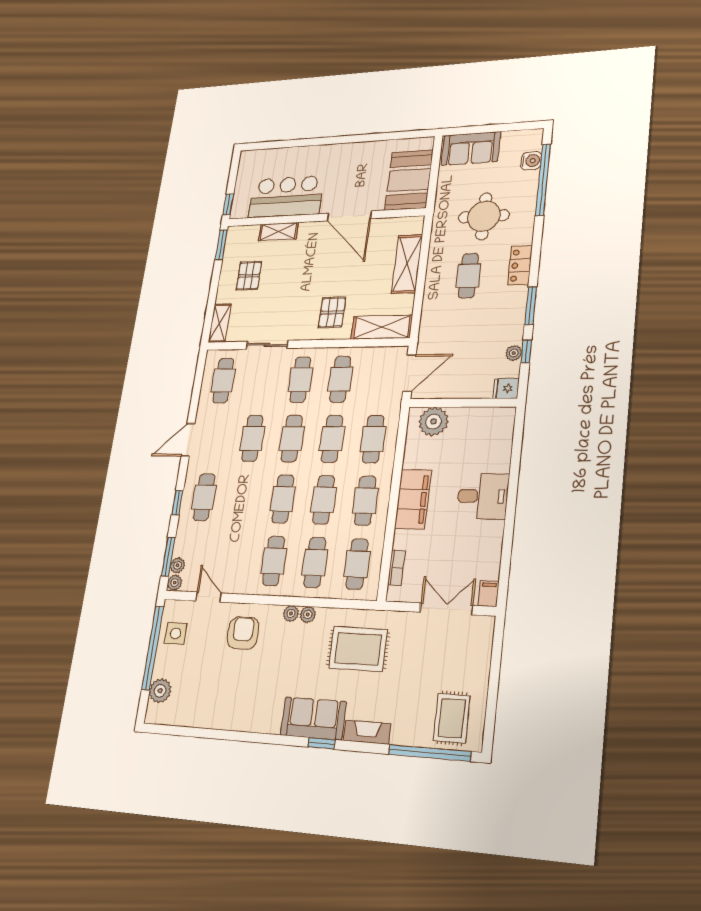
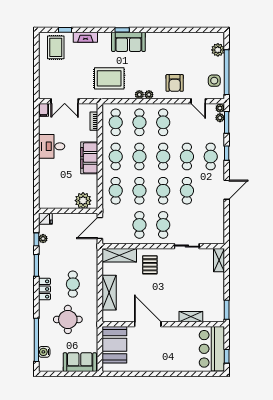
bar counter: (286, 197) -> (212, 349), moved, turned 90
window: (228, 205) -> (227, 356), moved
pallet: (249, 276) -> (205, 289), removed
cafe table: (223, 381) -> (187, 157), moved
desk: (483, 496) -> (52, 146), moved
fireplace: (367, 732) -> (85, 37), moved
window: (430, 753) -> (65, 30), width x0.32

